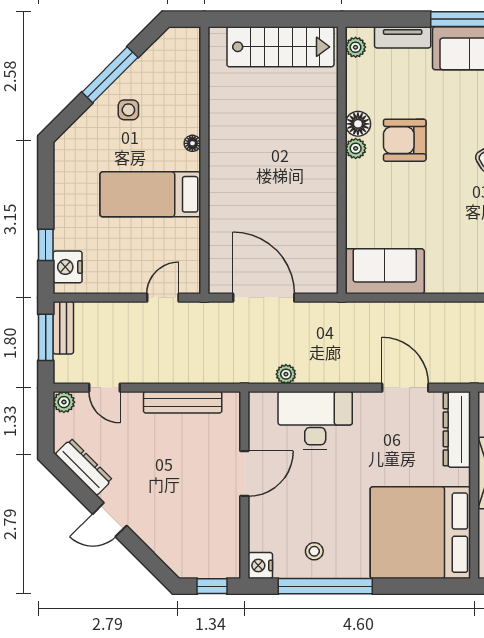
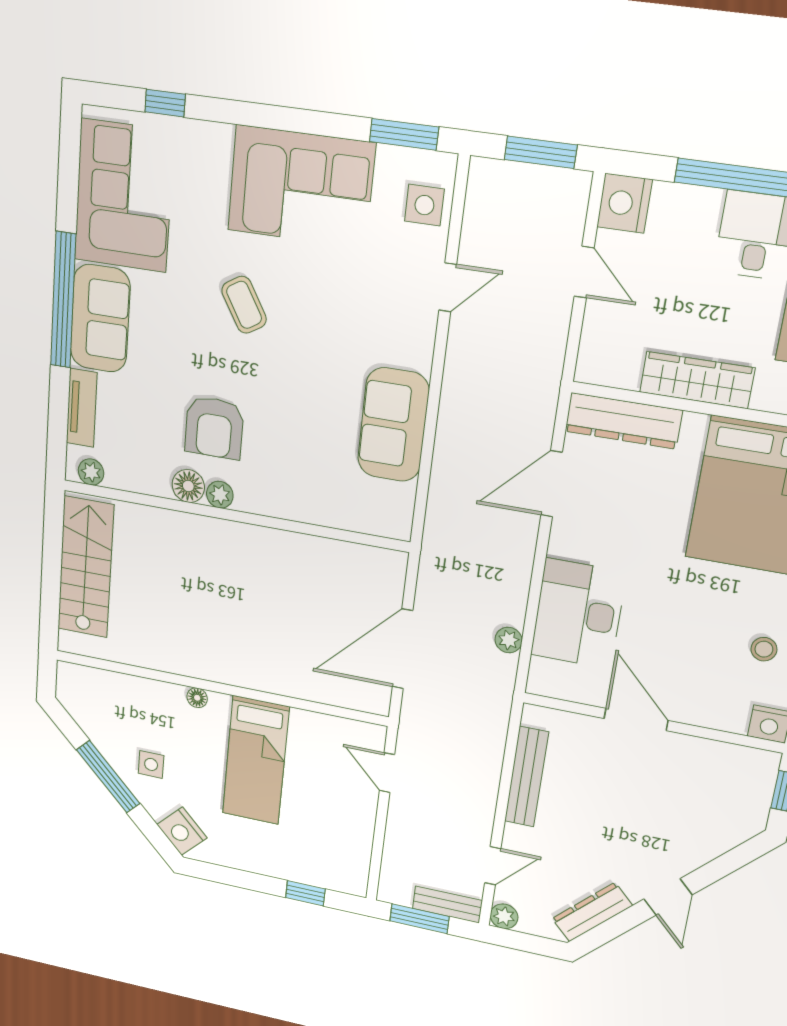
nightstand: (68, 267) -> (182, 831), moved, turned 45
sofa: (385, 271) -> (393, 425), moved
bench: (63, 328) -> (447, 905), moved

